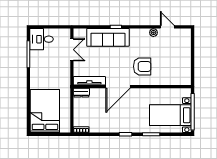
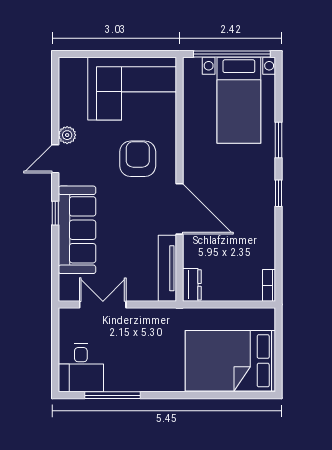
door: (167, 27) -> (55, 159), moved
corner sofa: (176, 64) -> (132, 89), added

